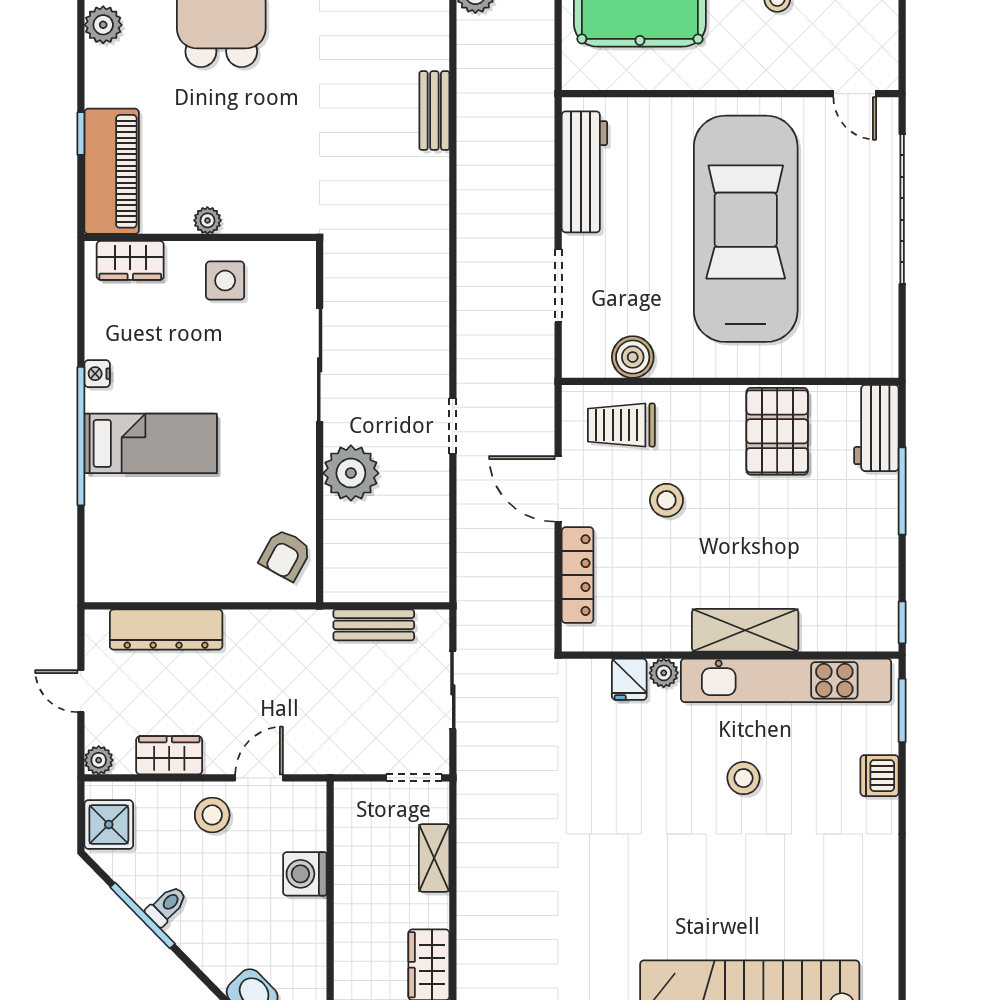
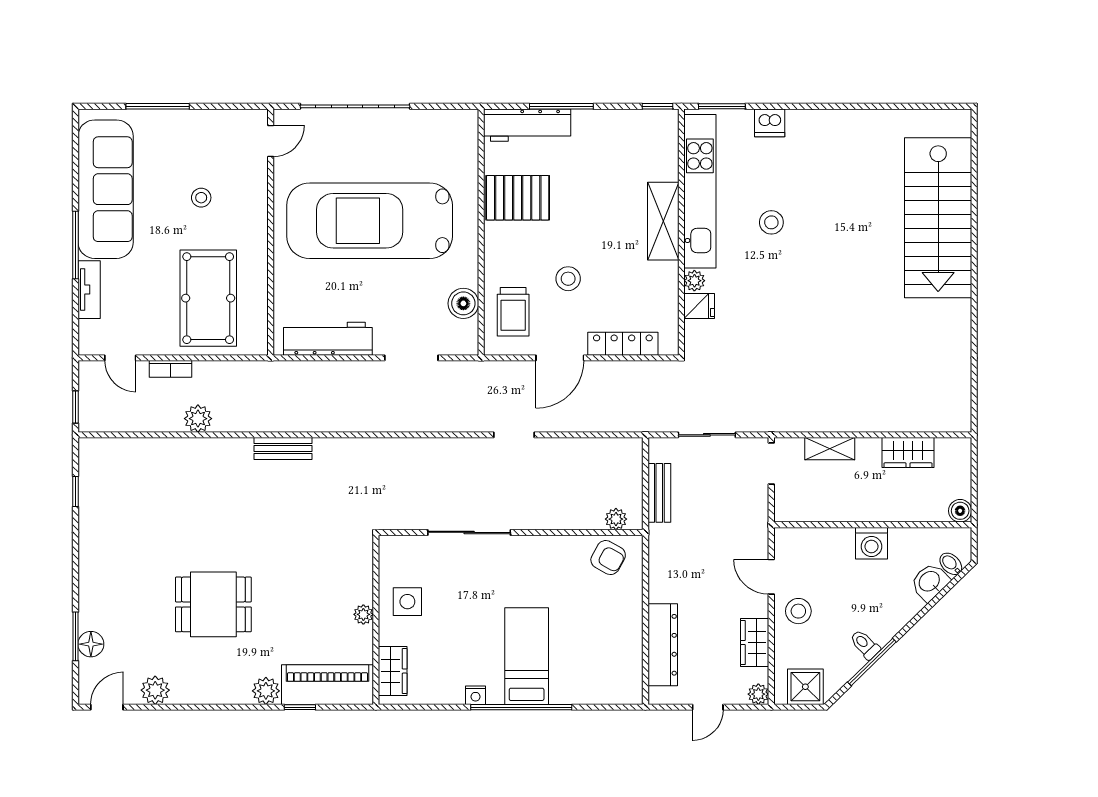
plant: (103, 25) -> (266, 691), moved
workbench: (876, 428) -> (527, 125), width x1.38
plant: (351, 473) -> (616, 519), moved, width x0.53, depth x0.53
washing machine: (305, 874) -> (871, 543), moved

